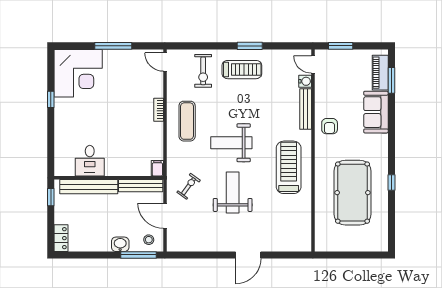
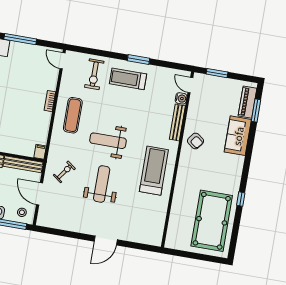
treadmill: (242, 70) -> (128, 79), turned 180
armchair: (330, 126) -> (196, 141), turned -53
pool table: (352, 193) -> (212, 221), moved

